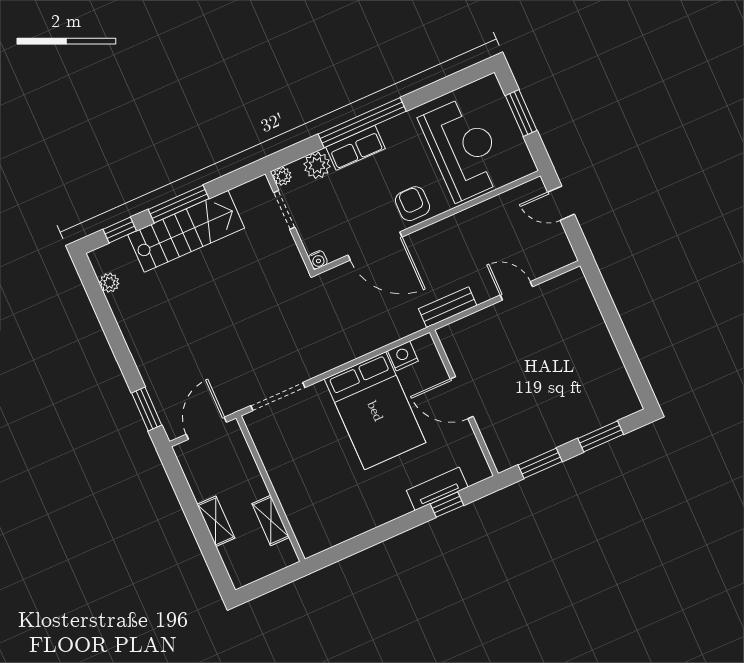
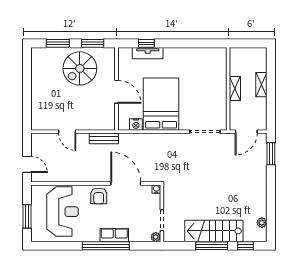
reception desk: (463, 149) -> (63, 212), turned 180
plant: (317, 165) -> (137, 235), removed
spiral stairs: (543, 410) -> (80, 68), added
shelving: (271, 520) -> (235, 88), moved

